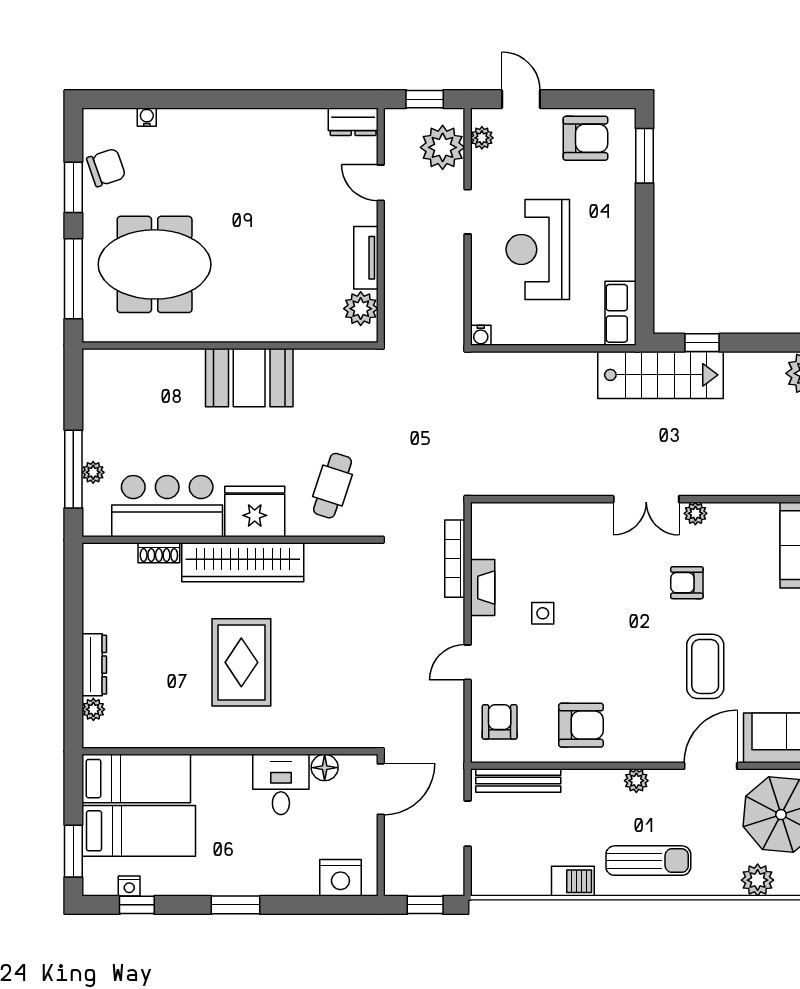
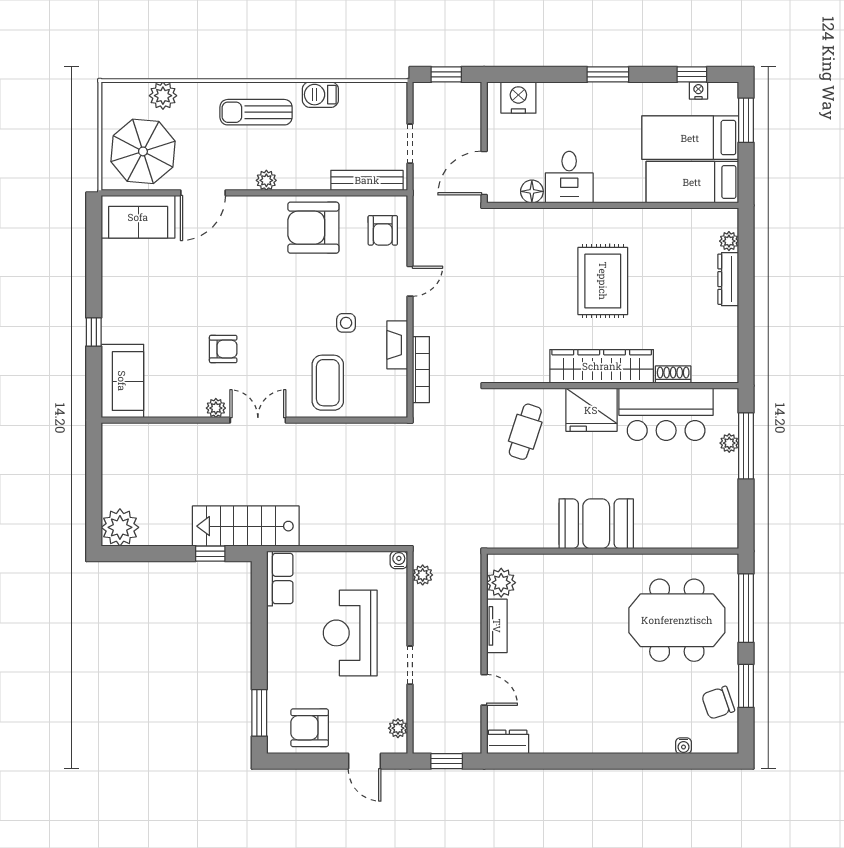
plant: (443, 147) -> (423, 575), moved, width x0.53, depth x0.53
reception desk: (538, 249) -> (350, 633), turned 180
coffee table: (705, 666) -> (328, 383), moved
armchair: (581, 725) -> (313, 228), width x1.36, depth x1.36

